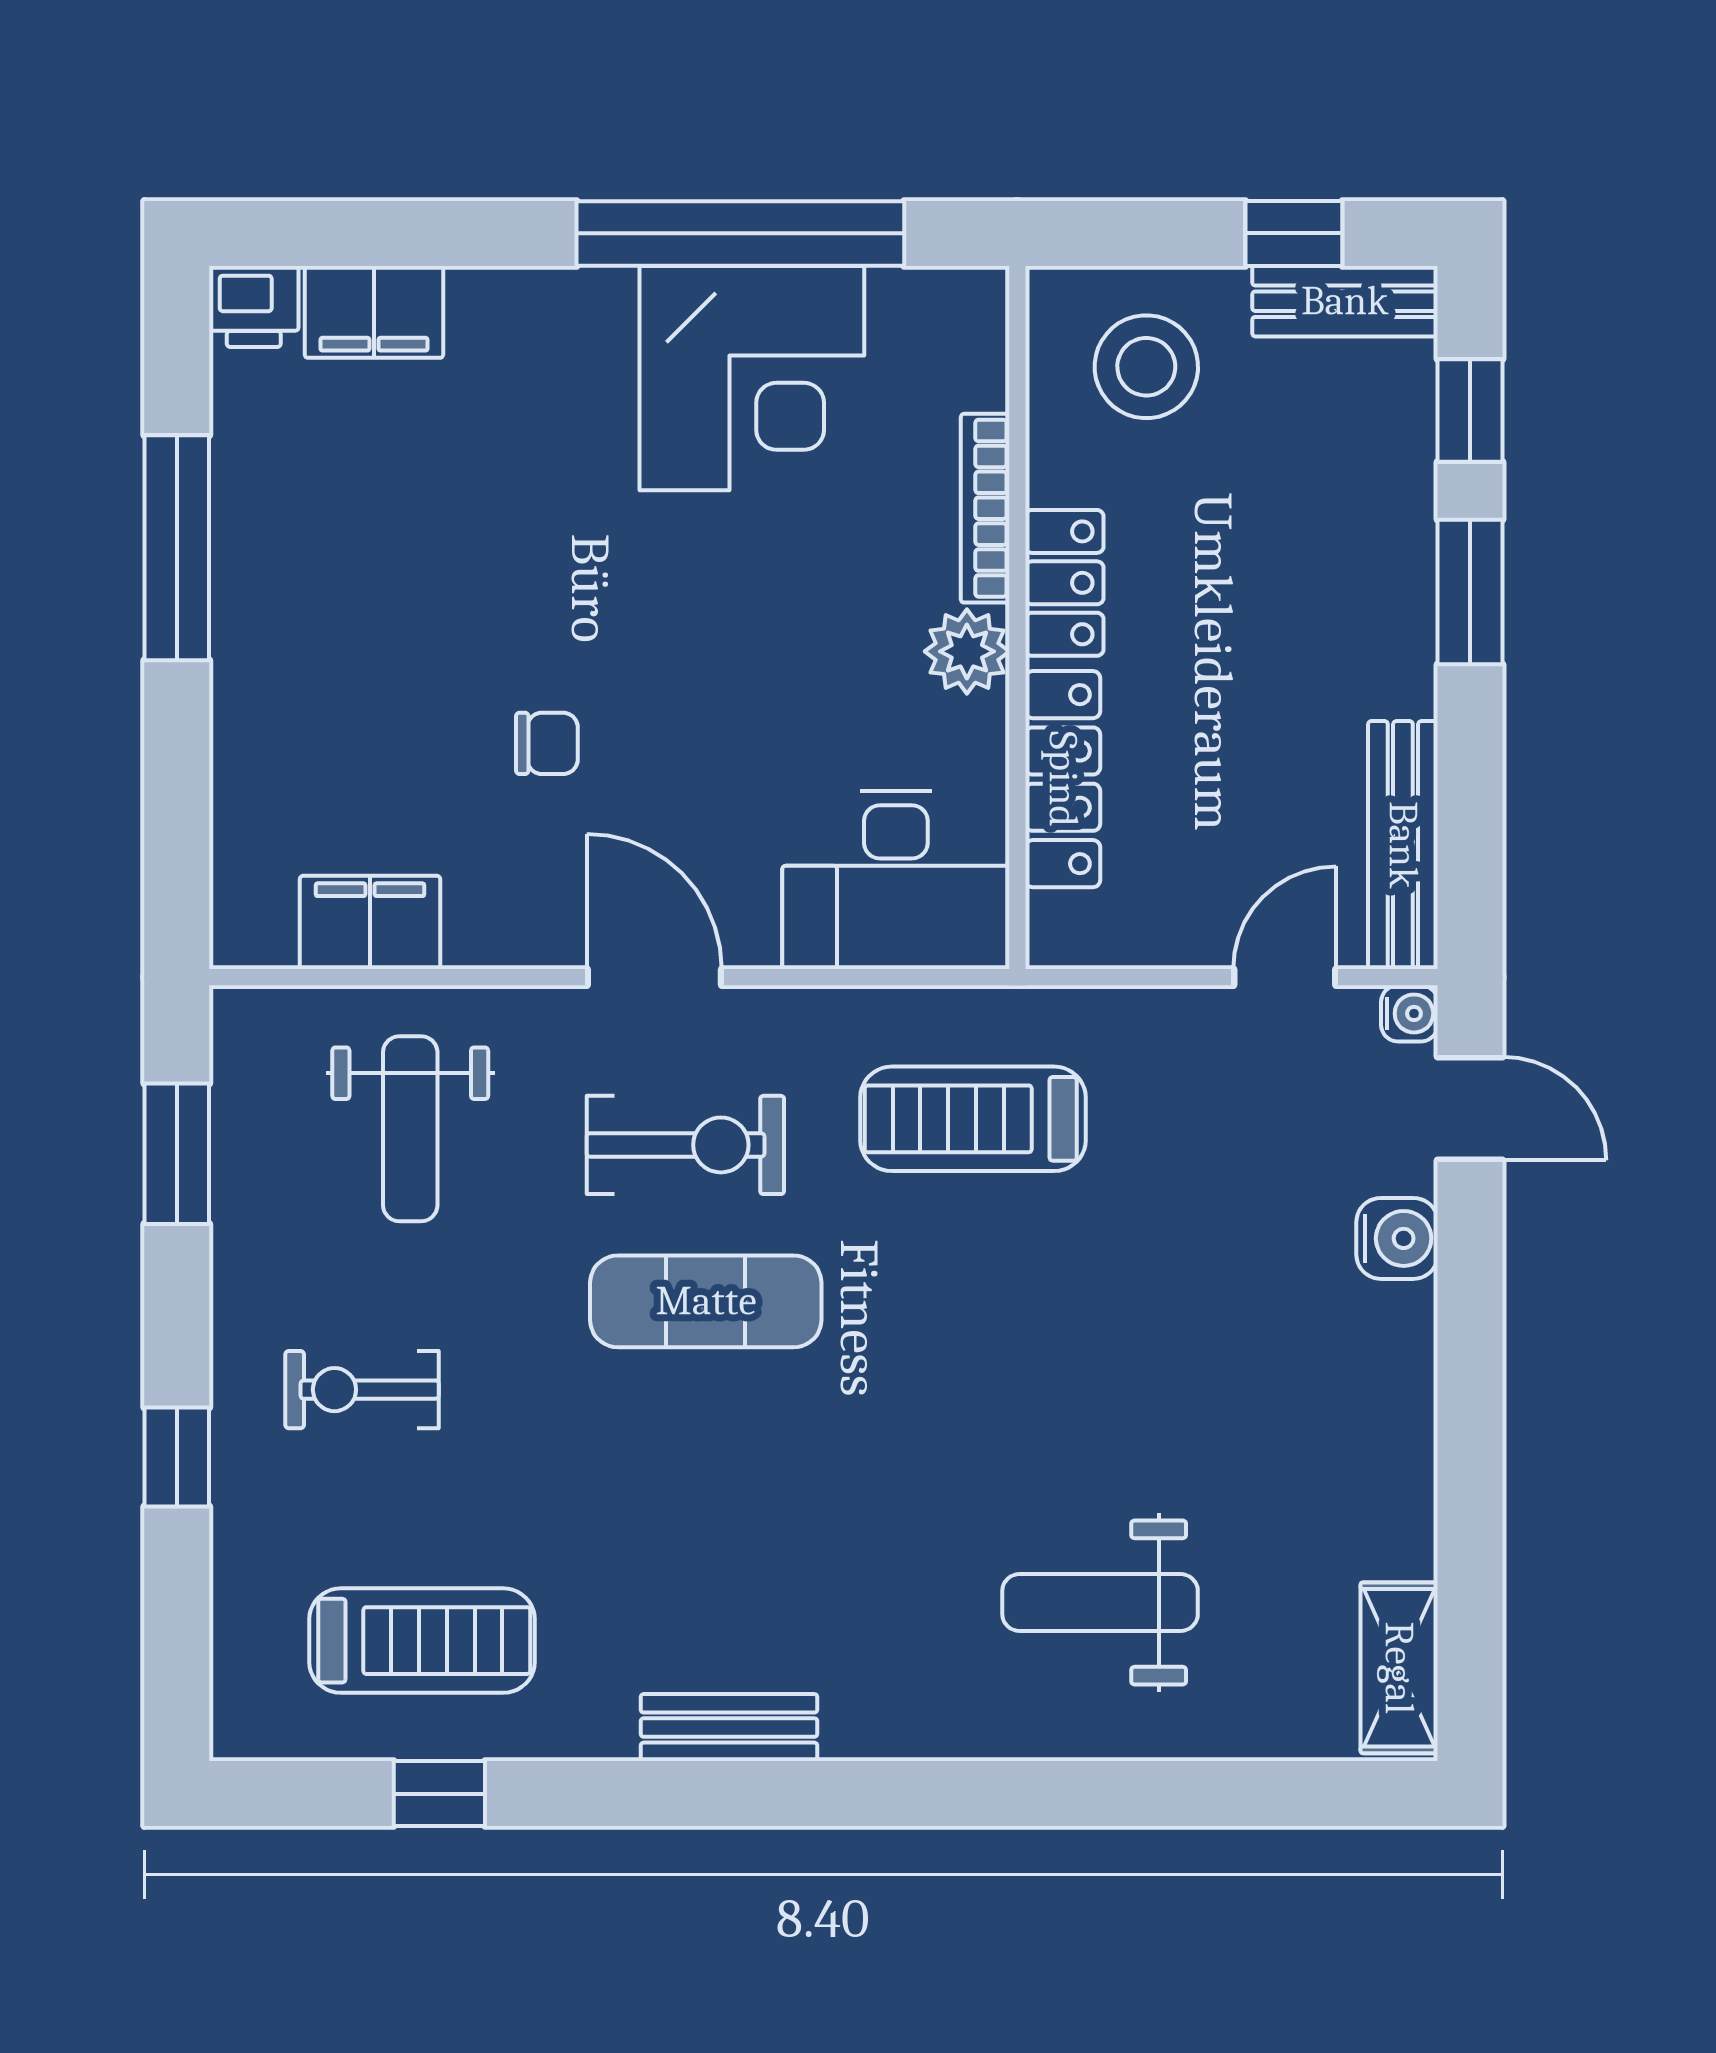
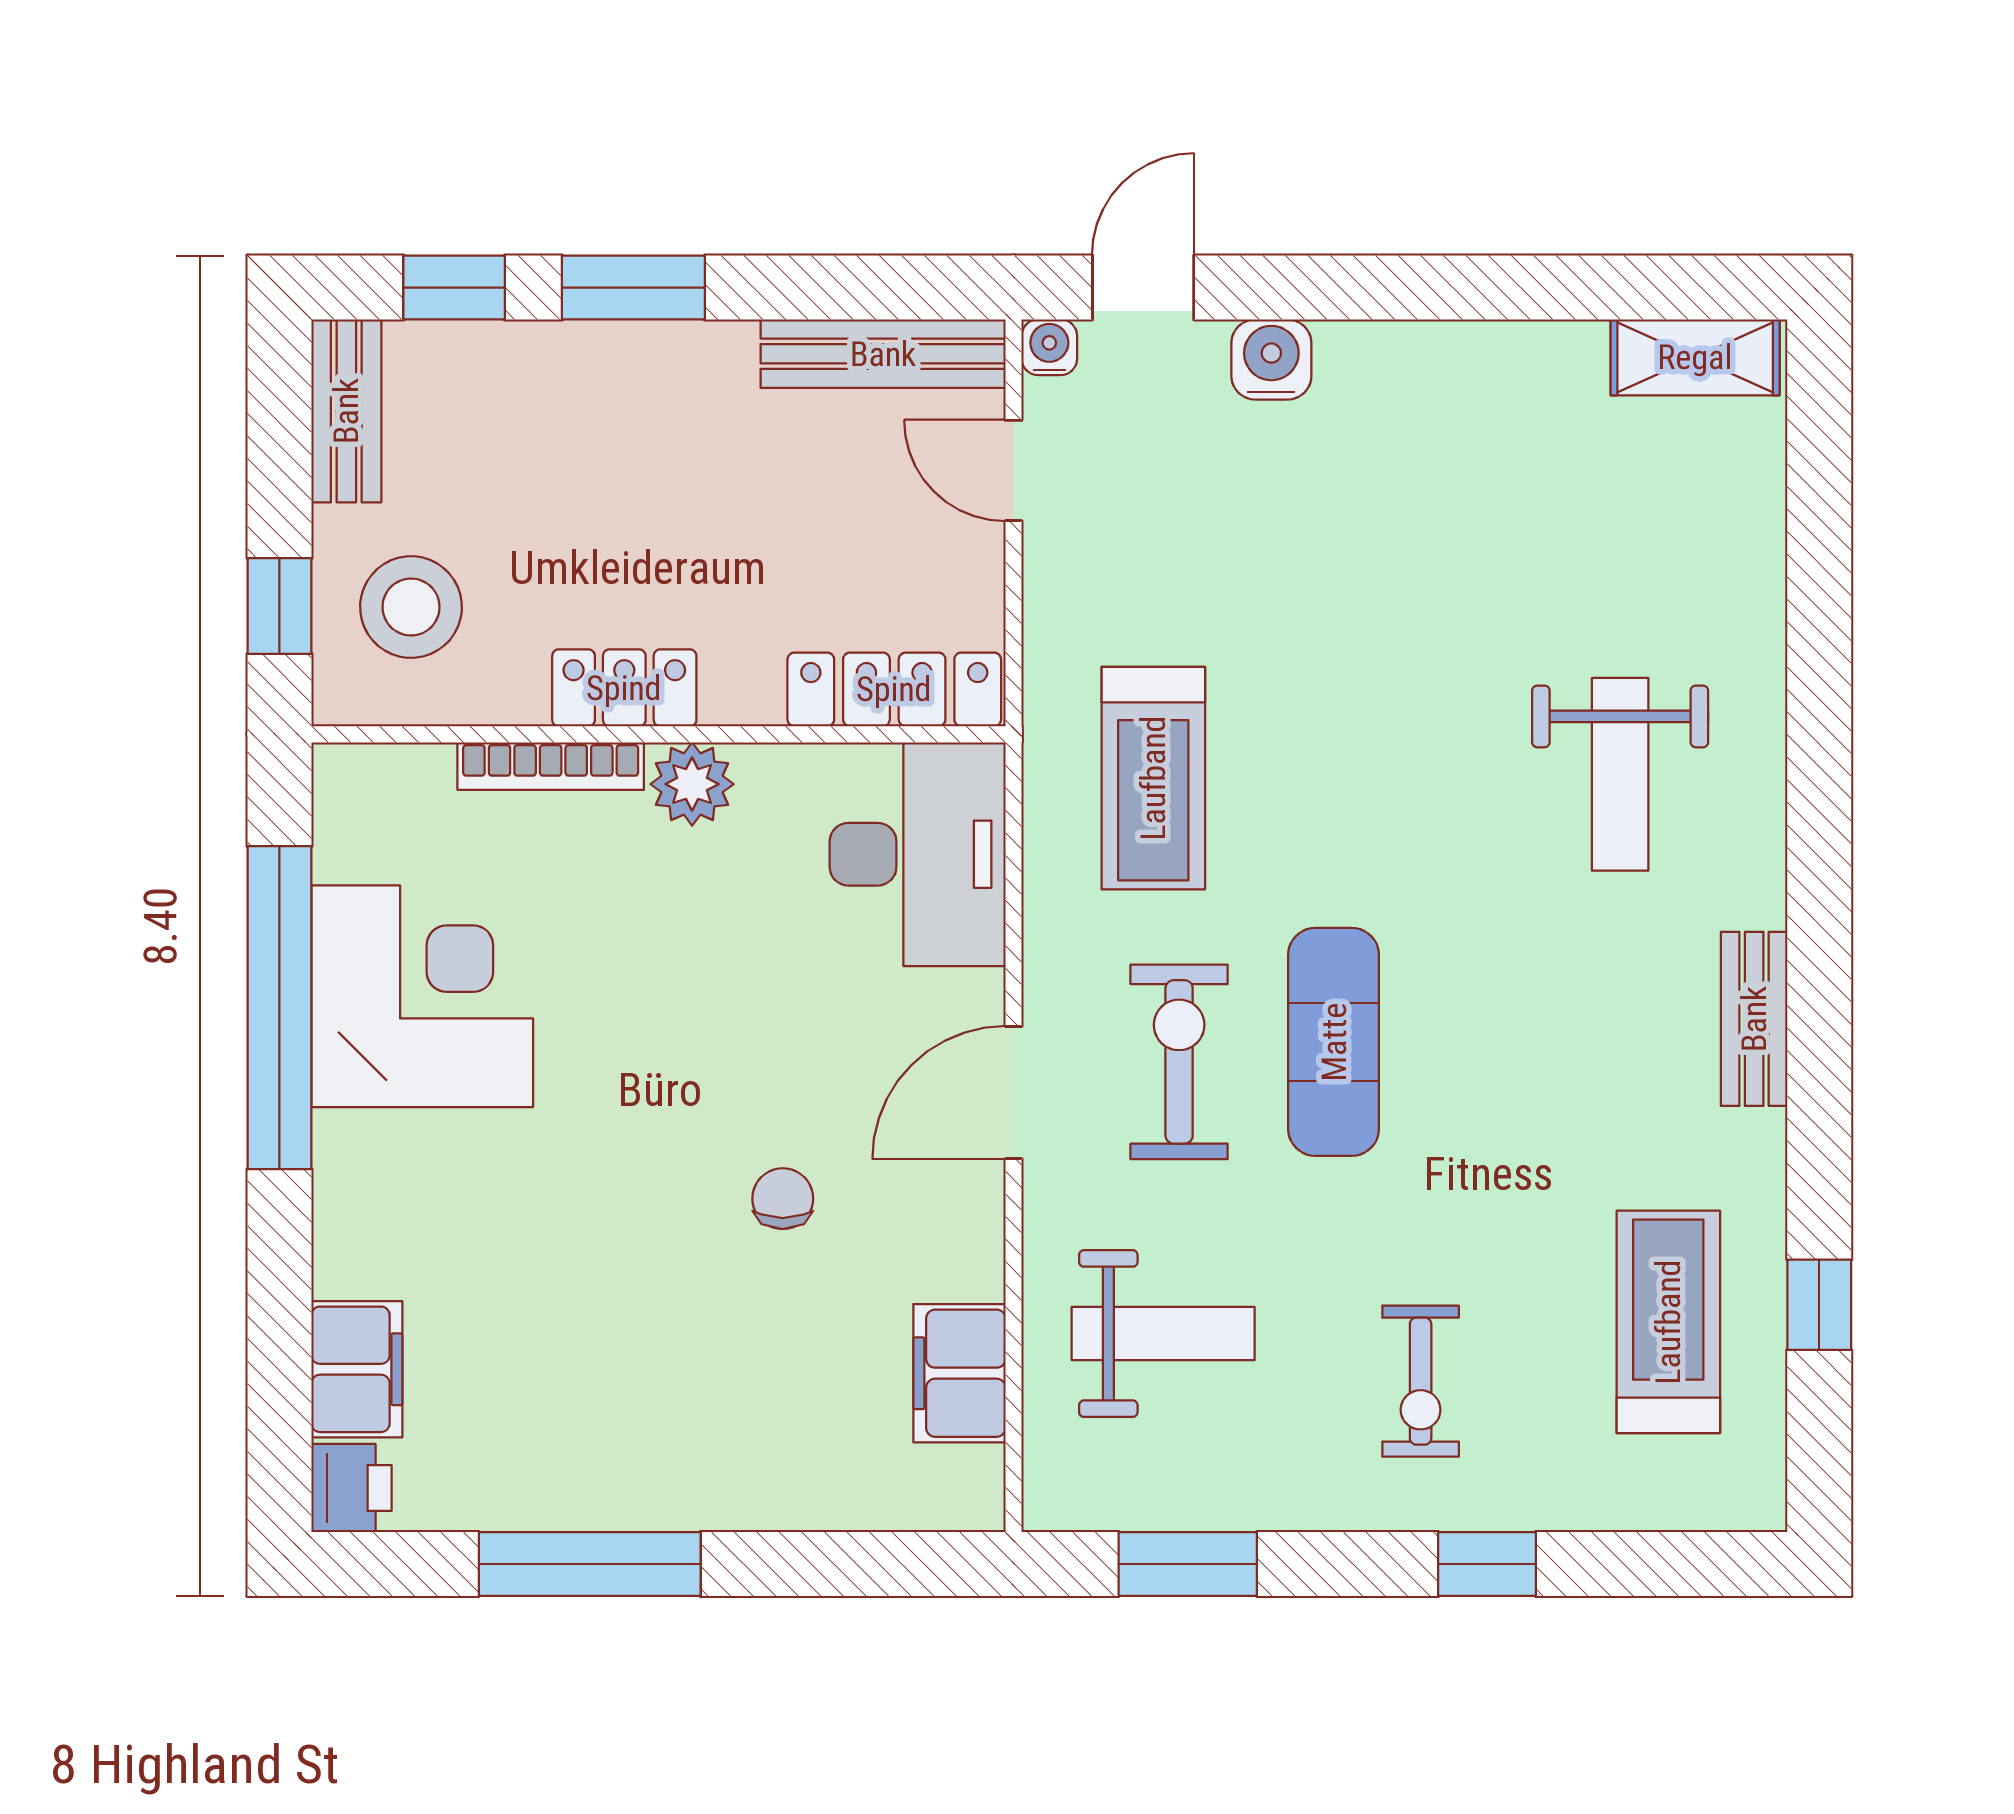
window: (1294, 233) -> (279, 606), moved
locker: (1063, 779) -> (894, 689), moved
weight bench: (1100, 1603) -> (1620, 774), moved

